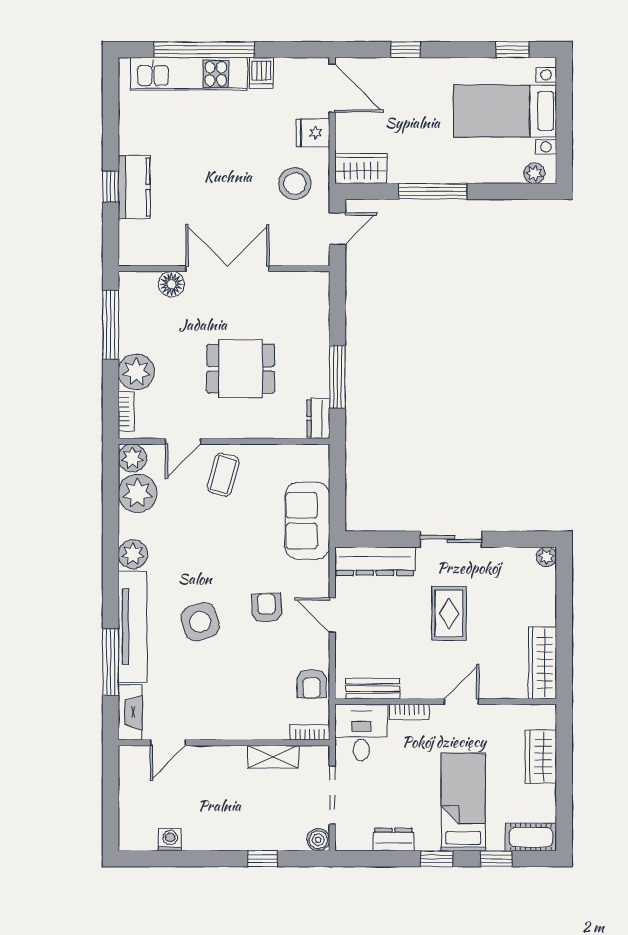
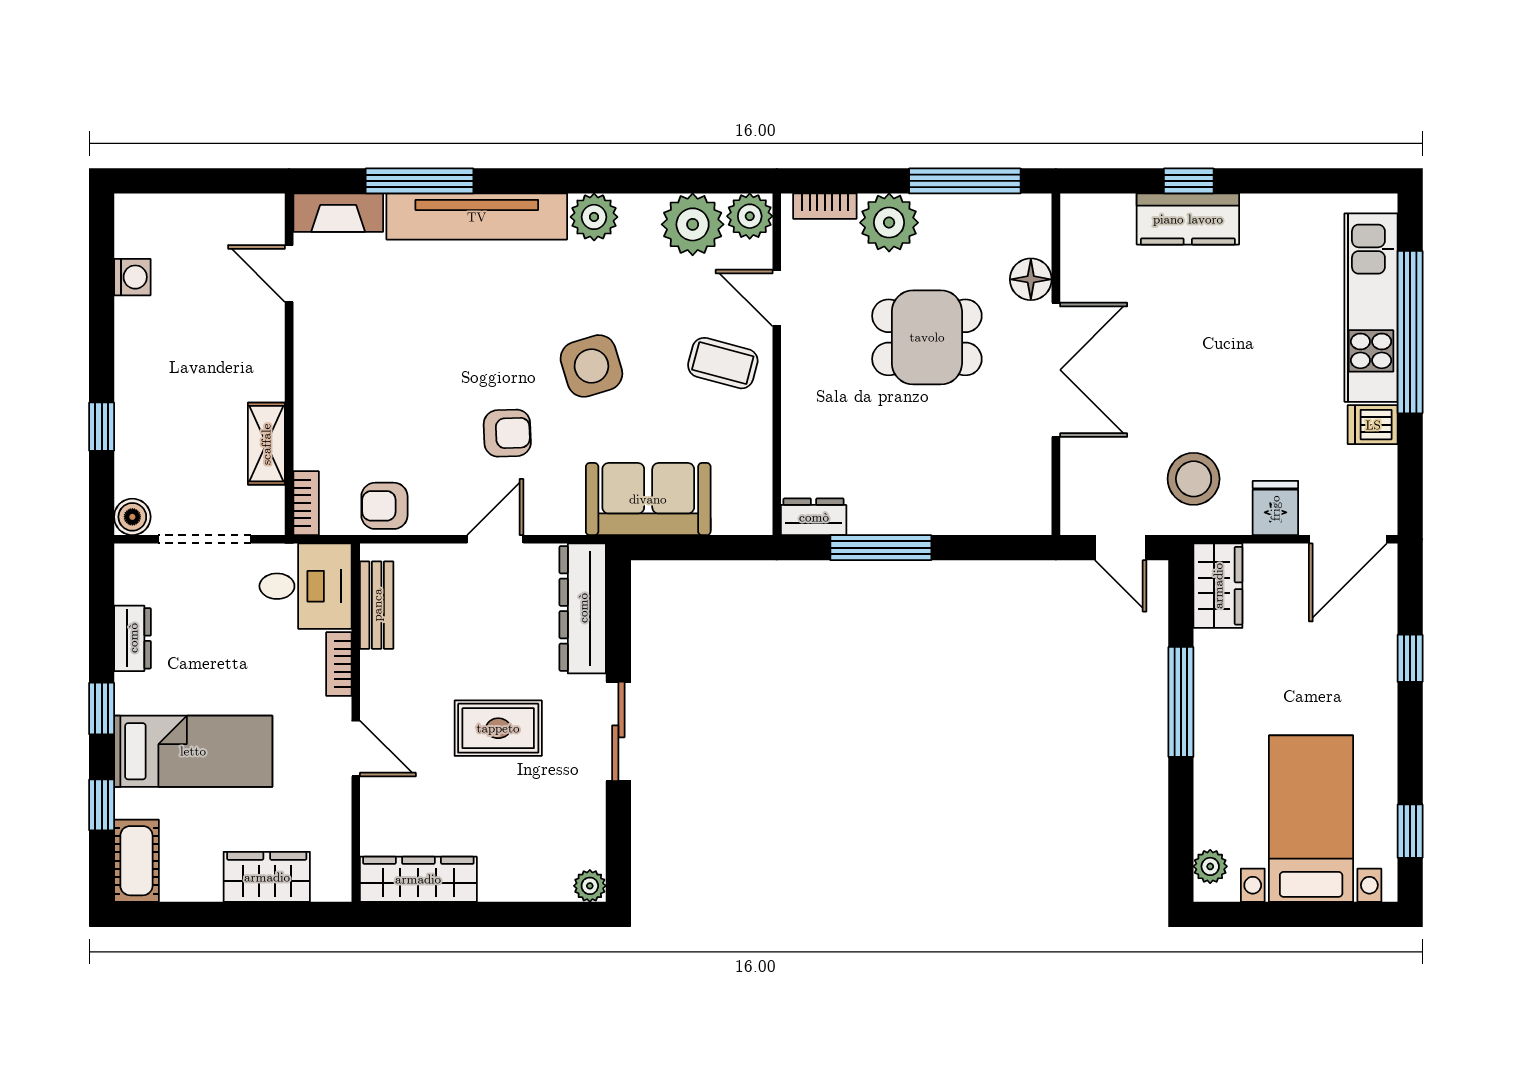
dining table: (241, 369) -> (927, 337), moved, turned 90
side table: (200, 622) -> (591, 366), moved

